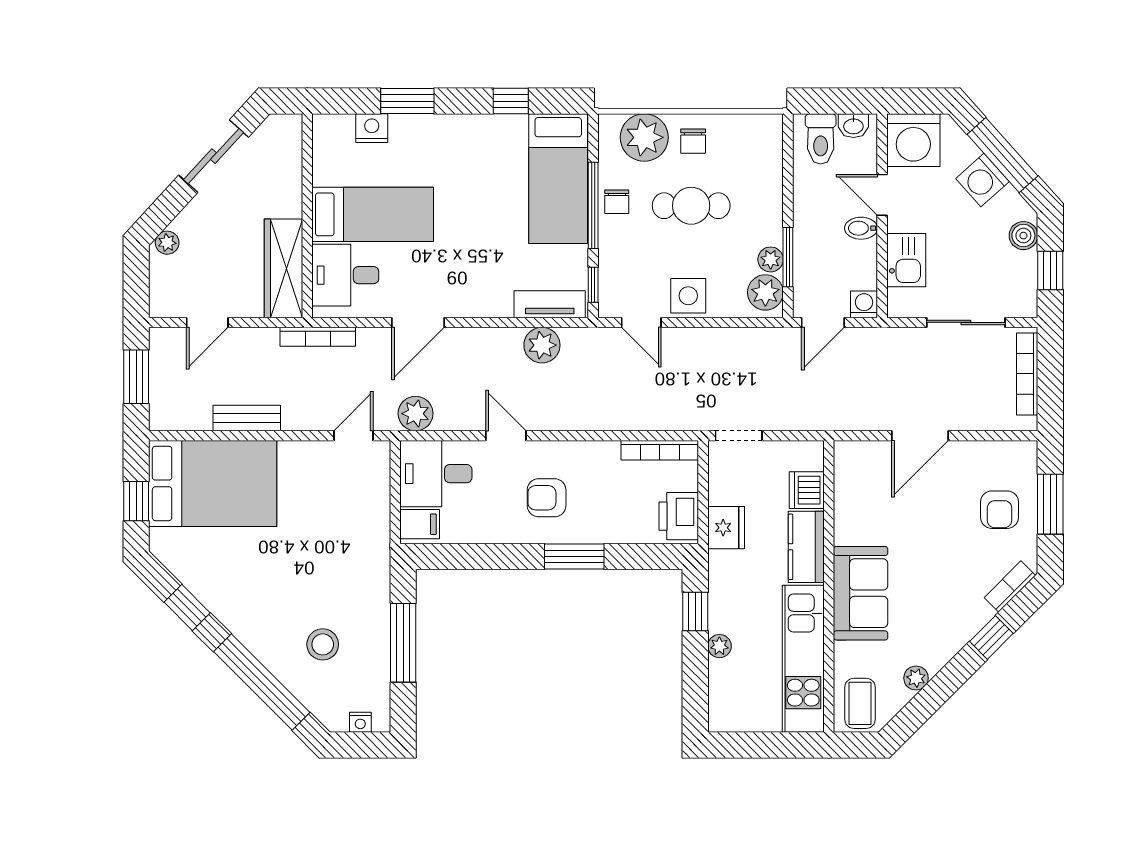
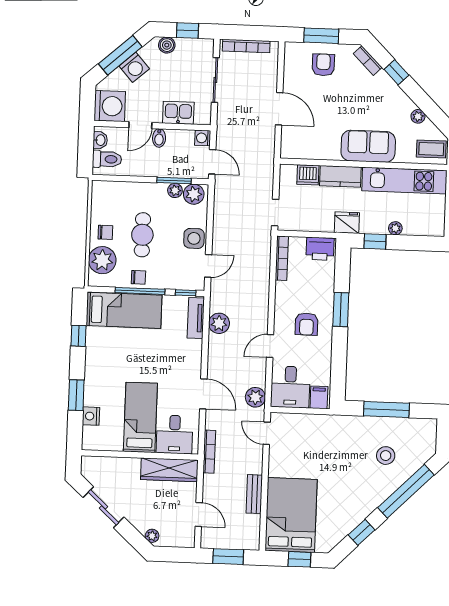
armchair: (1000, 510) -> (323, 65), turned -90
fridge: (726, 528) -> (347, 223), moved
nightstand: (360, 722) -> (431, 436), removed

